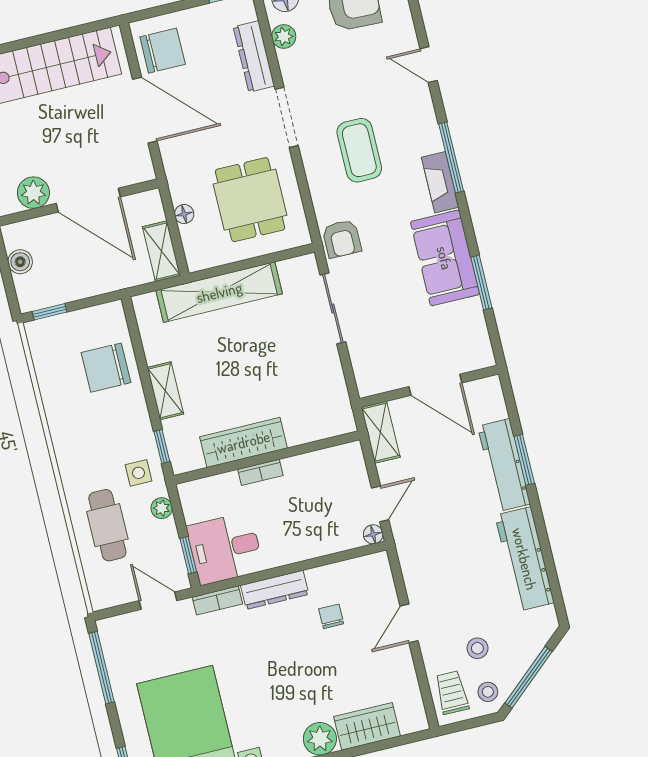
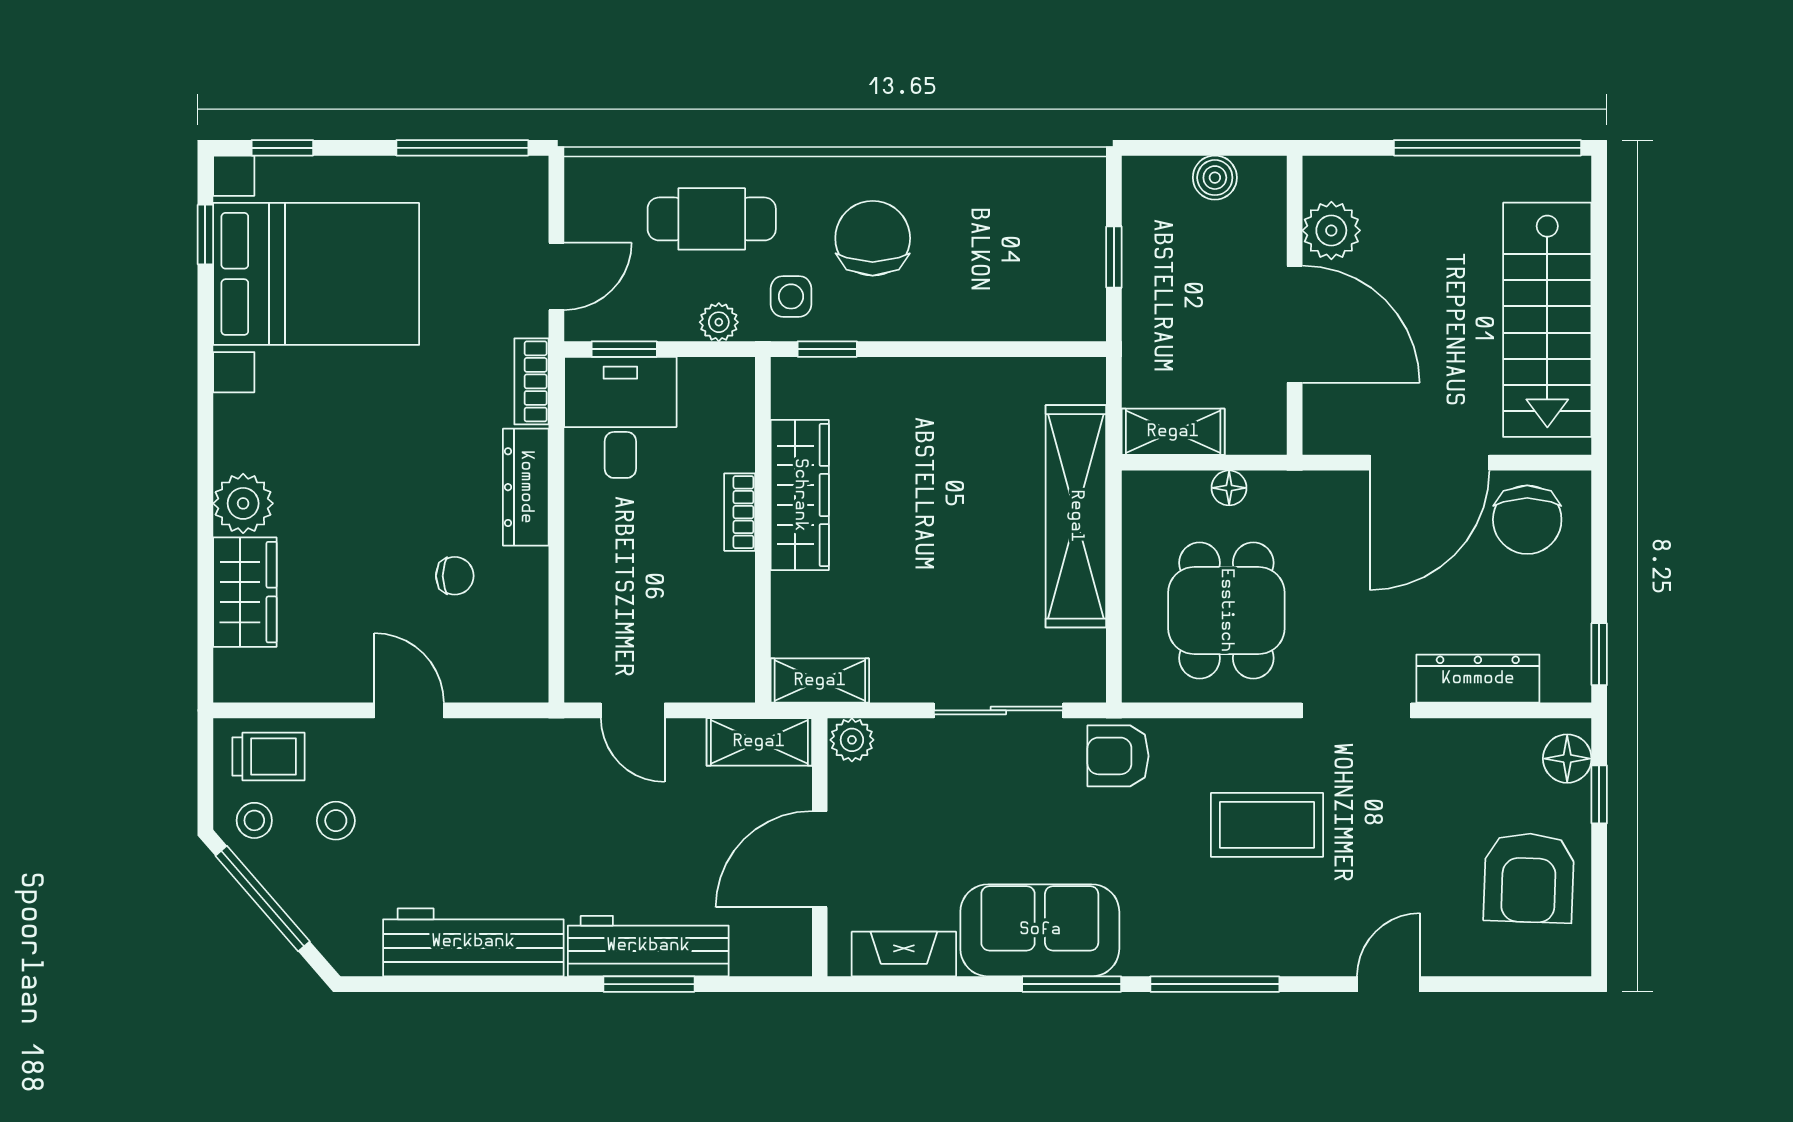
plant: (284, 37) -> (852, 740), moved
fireplace: (440, 182) -> (904, 954), moved
door: (88, 200) -> (1295, 324), swing flipped
dining table: (250, 200) -> (1226, 610), turned 90
window: (481, 283) -> (1072, 984), moved
window: (49, 312) -> (1114, 257), moved
chair: (106, 368) -> (873, 238), moved
shelving: (165, 391) -> (820, 681), moved
floor lamp: (373, 534) -> (582, 685), removed

